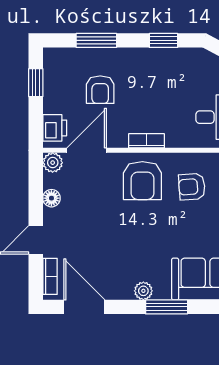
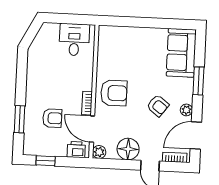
window: (164, 40) -> (22, 75), removed
bookcase: (146, 141) -> (87, 103), moved
armchair: (192, 187) -> (158, 106), moved, turned -49
floor lamp: (51, 198) -> (128, 149), width x1.89, depth x1.89
plant: (143, 291) -> (186, 110), moved

